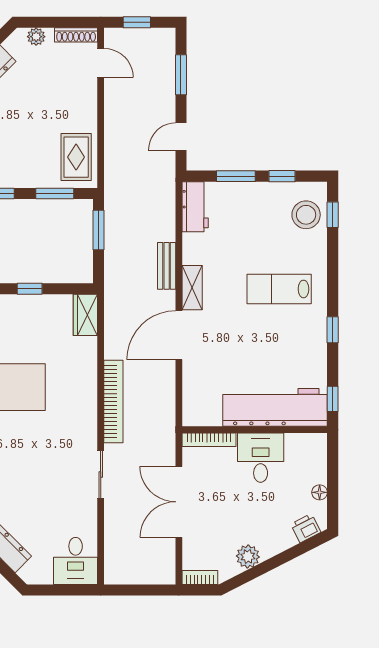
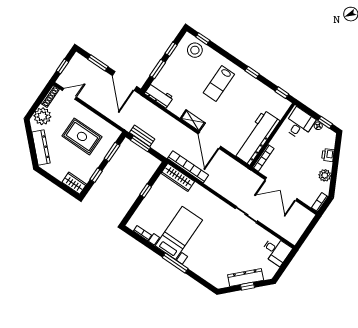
plant: (36, 37) -> (42, 116), width x1.88, depth x1.88
door: (181, 137) -> (125, 81), width x1.88
rug: (76, 157) -> (82, 136), moved, width x1.36, depth x1.43
bench: (167, 266) -> (142, 136), moved
wardrobe: (85, 315) -> (178, 177), width x1.50
bookcase: (113, 401) -> (188, 167), moved
workbench: (275, 407) -> (257, 138), moved
desk: (261, 458) -> (299, 124), moved, turned 90
window: (333, 500) -> (325, 122), added
printer: (306, 528) -> (328, 155), moved

